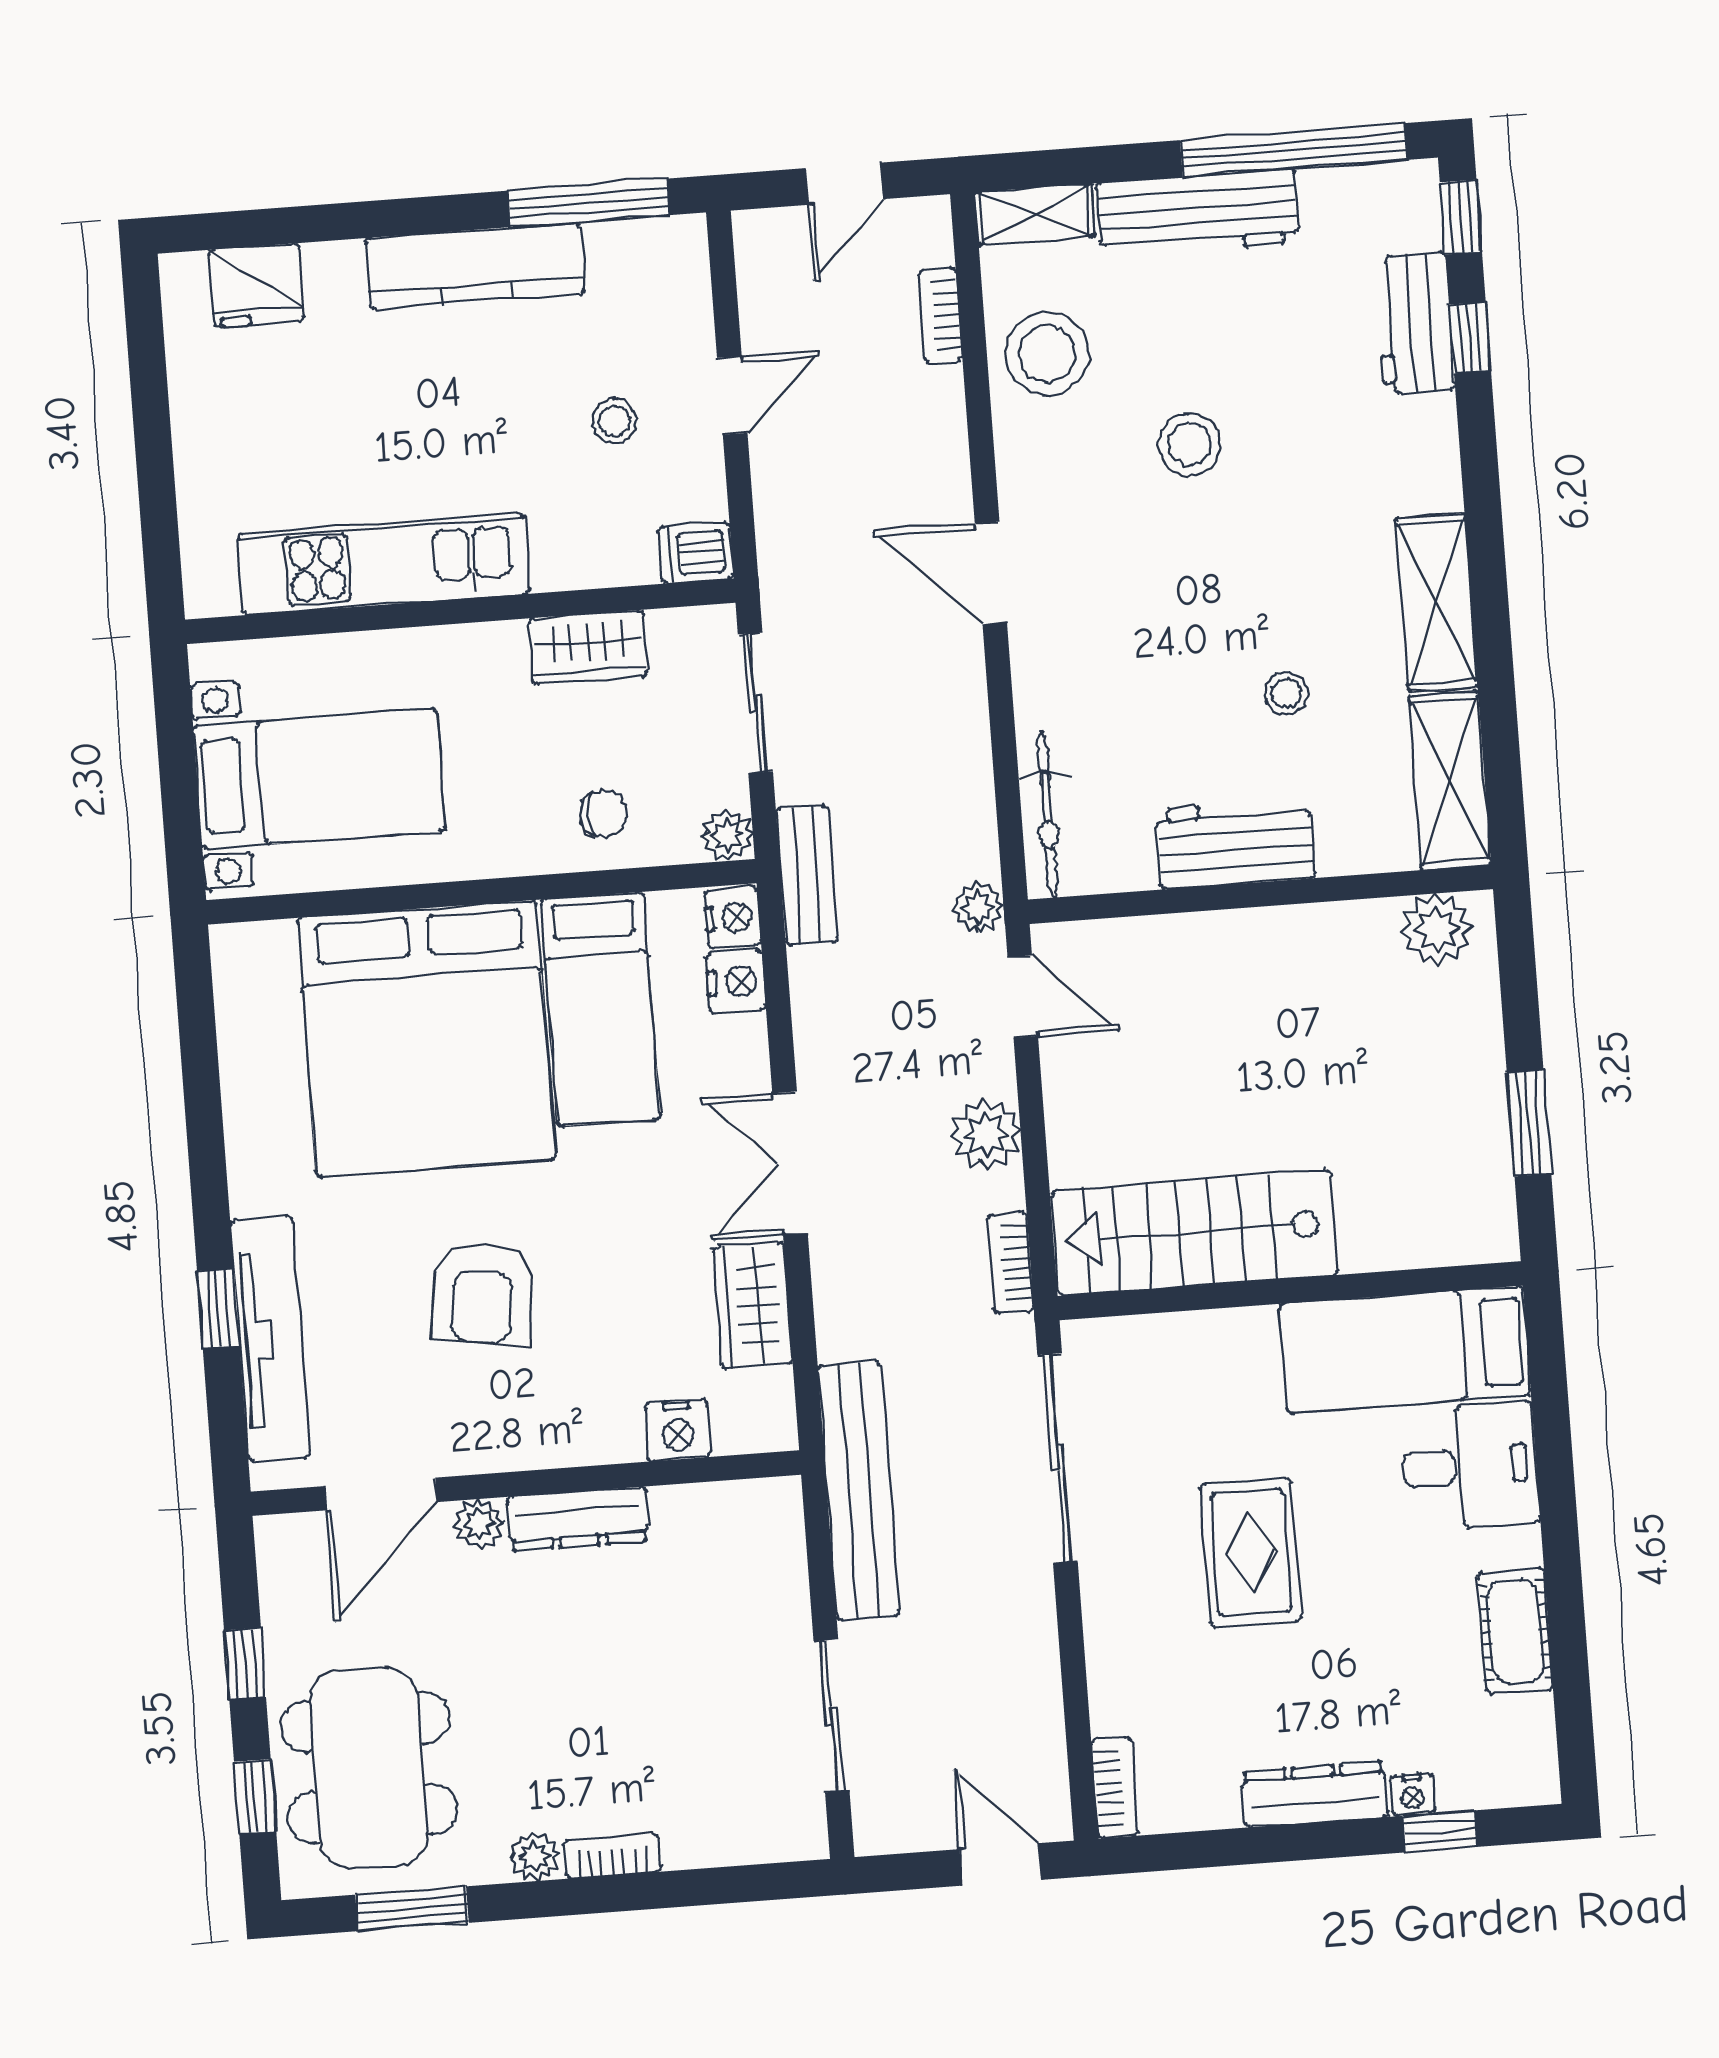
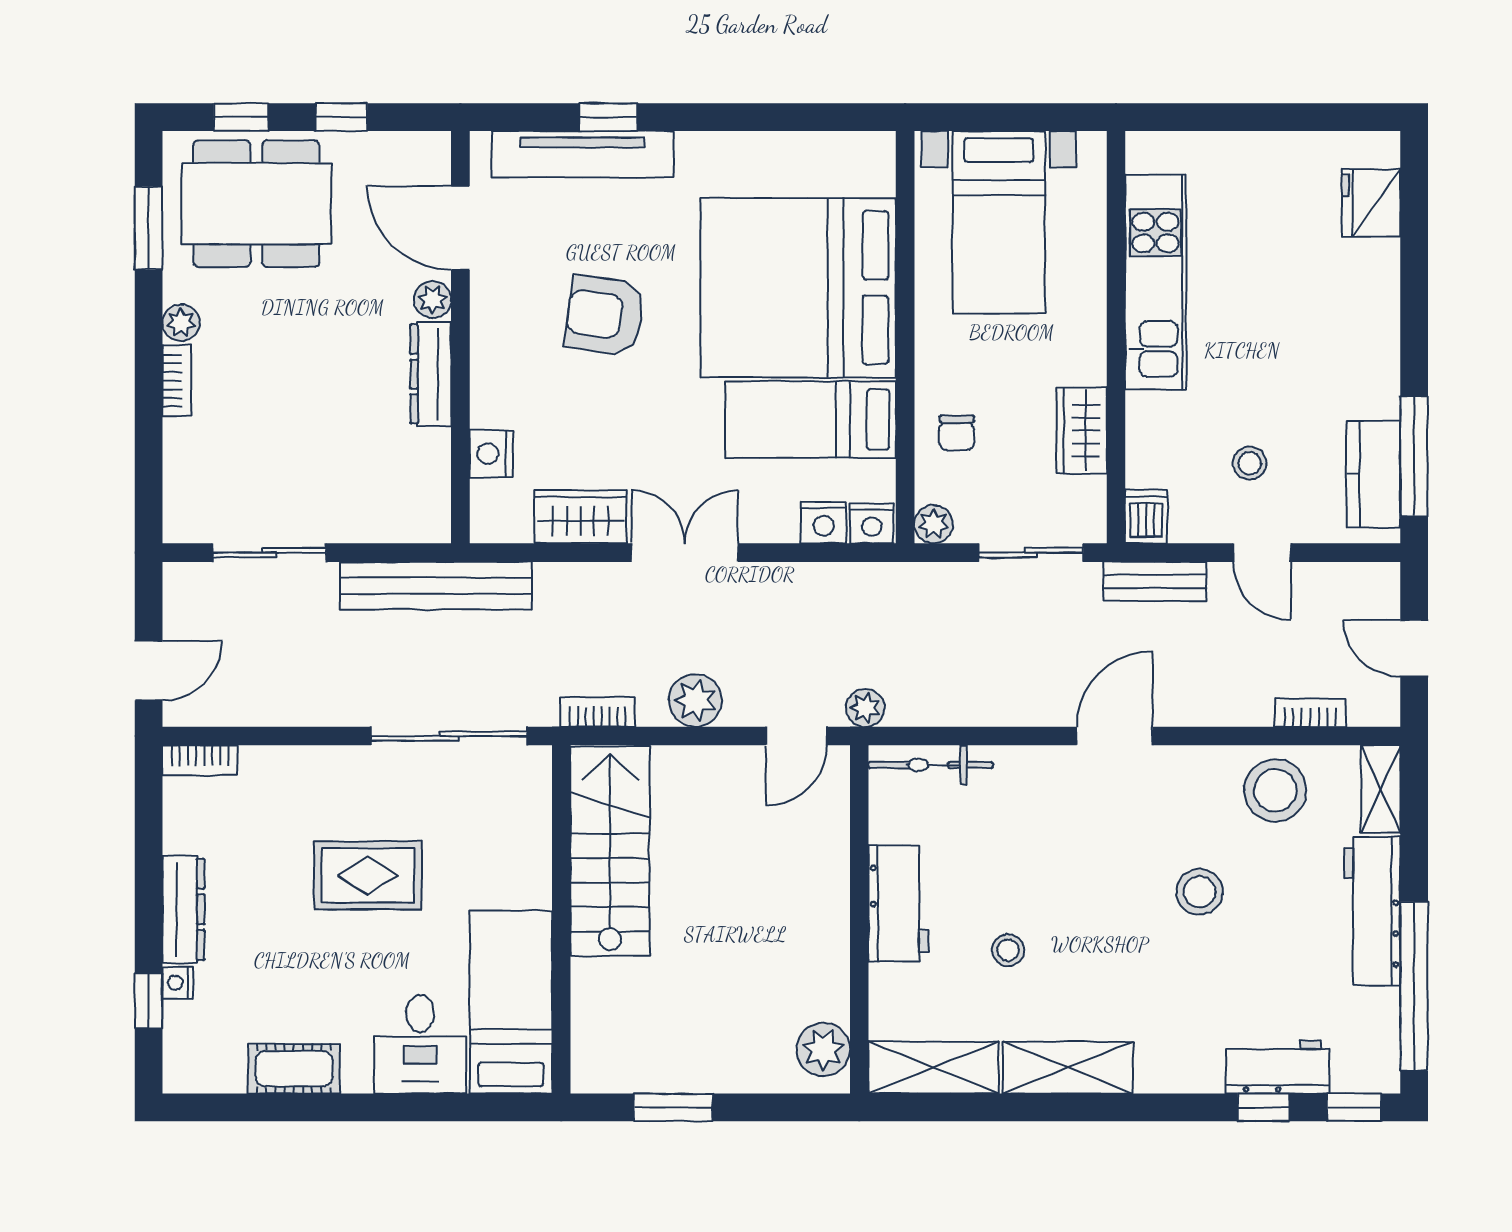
kitchen counter: (475, 266) -> (1373, 474), moved, width x0.67
bench: (807, 875) -> (1155, 581), moved

